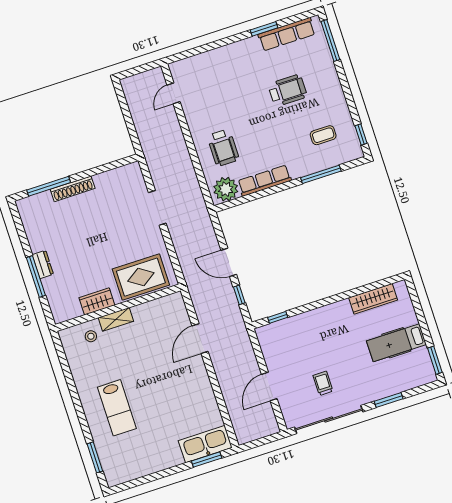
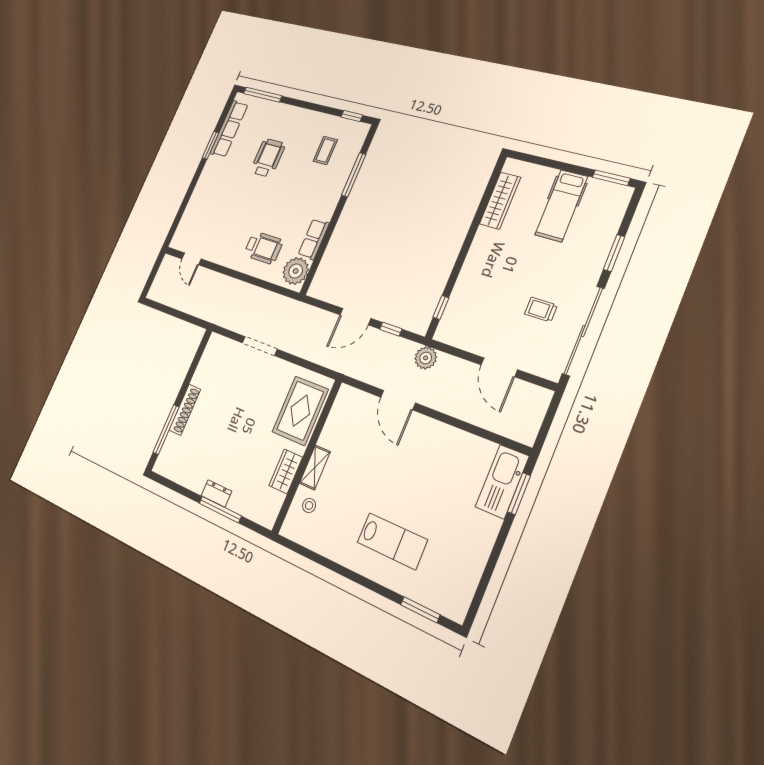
row of seats: (264, 181) -> (314, 239), width x0.68
plant: (239, 334) -> (426, 358), added

